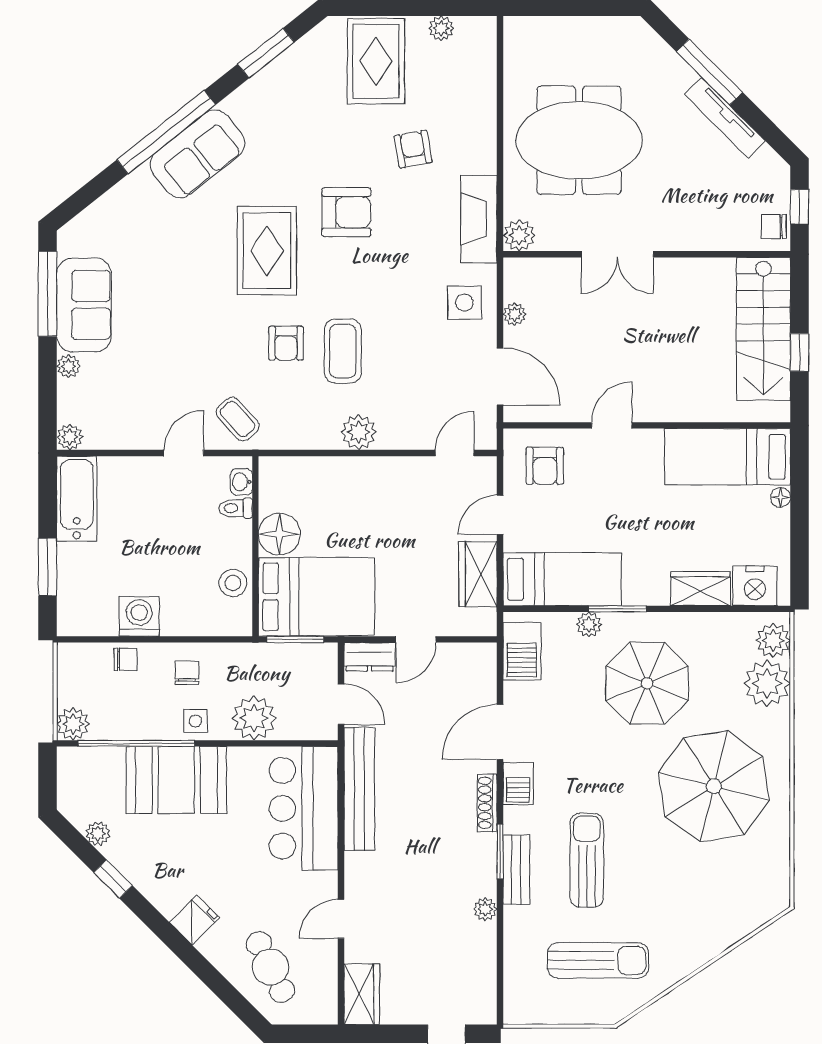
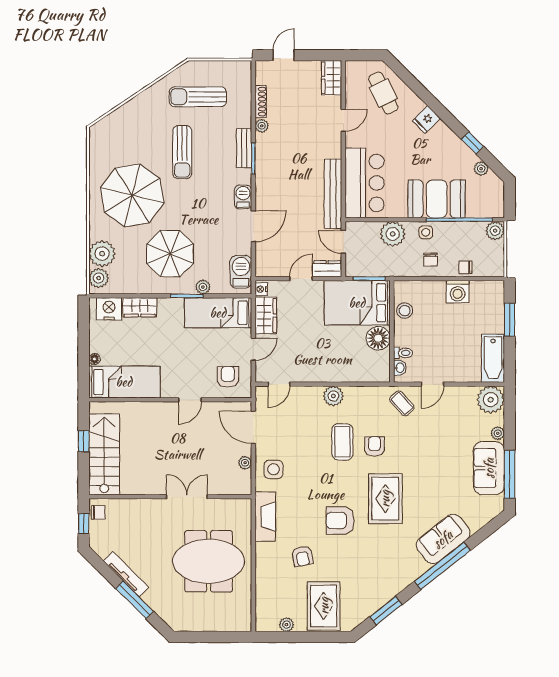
sofa: (197, 154) -> (443, 539), moved
plant: (519, 235) -> (242, 507), removed
plant: (70, 437) -> (491, 400), width x1.88, depth x1.88
nightstand: (486, 621) -> (261, 289), added
shoe rack: (487, 803) -> (261, 102), moved
sun lounger: (587, 860) -> (182, 152), moved

